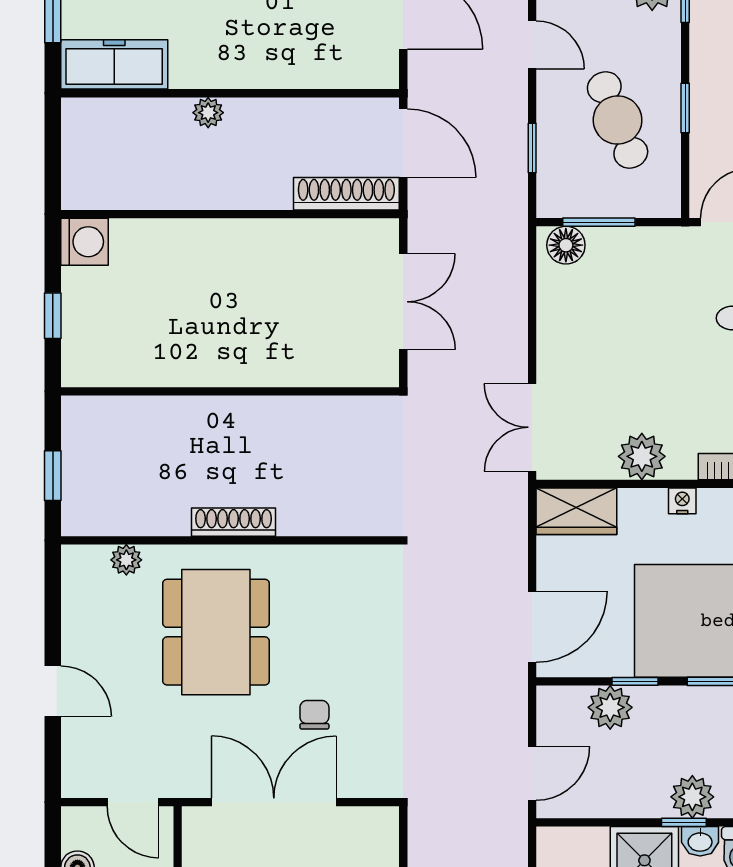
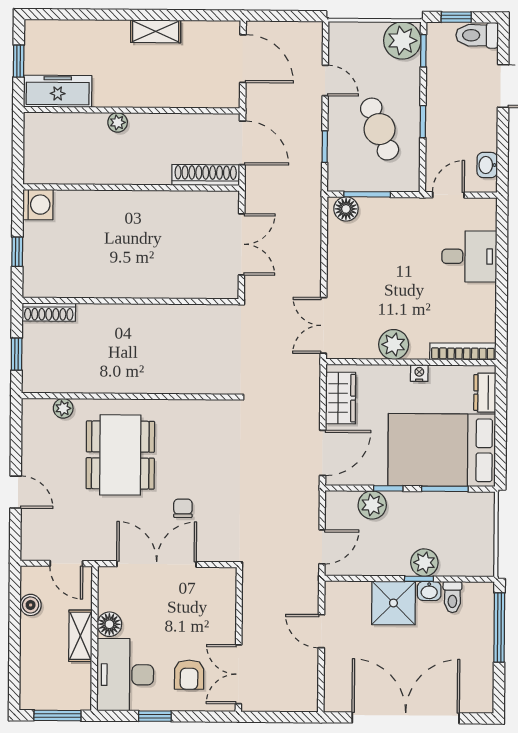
wardrobe: (576, 511) -> (341, 398), moved, turned -90
shoe rack: (234, 522) -> (49, 312), moved, turned 180

